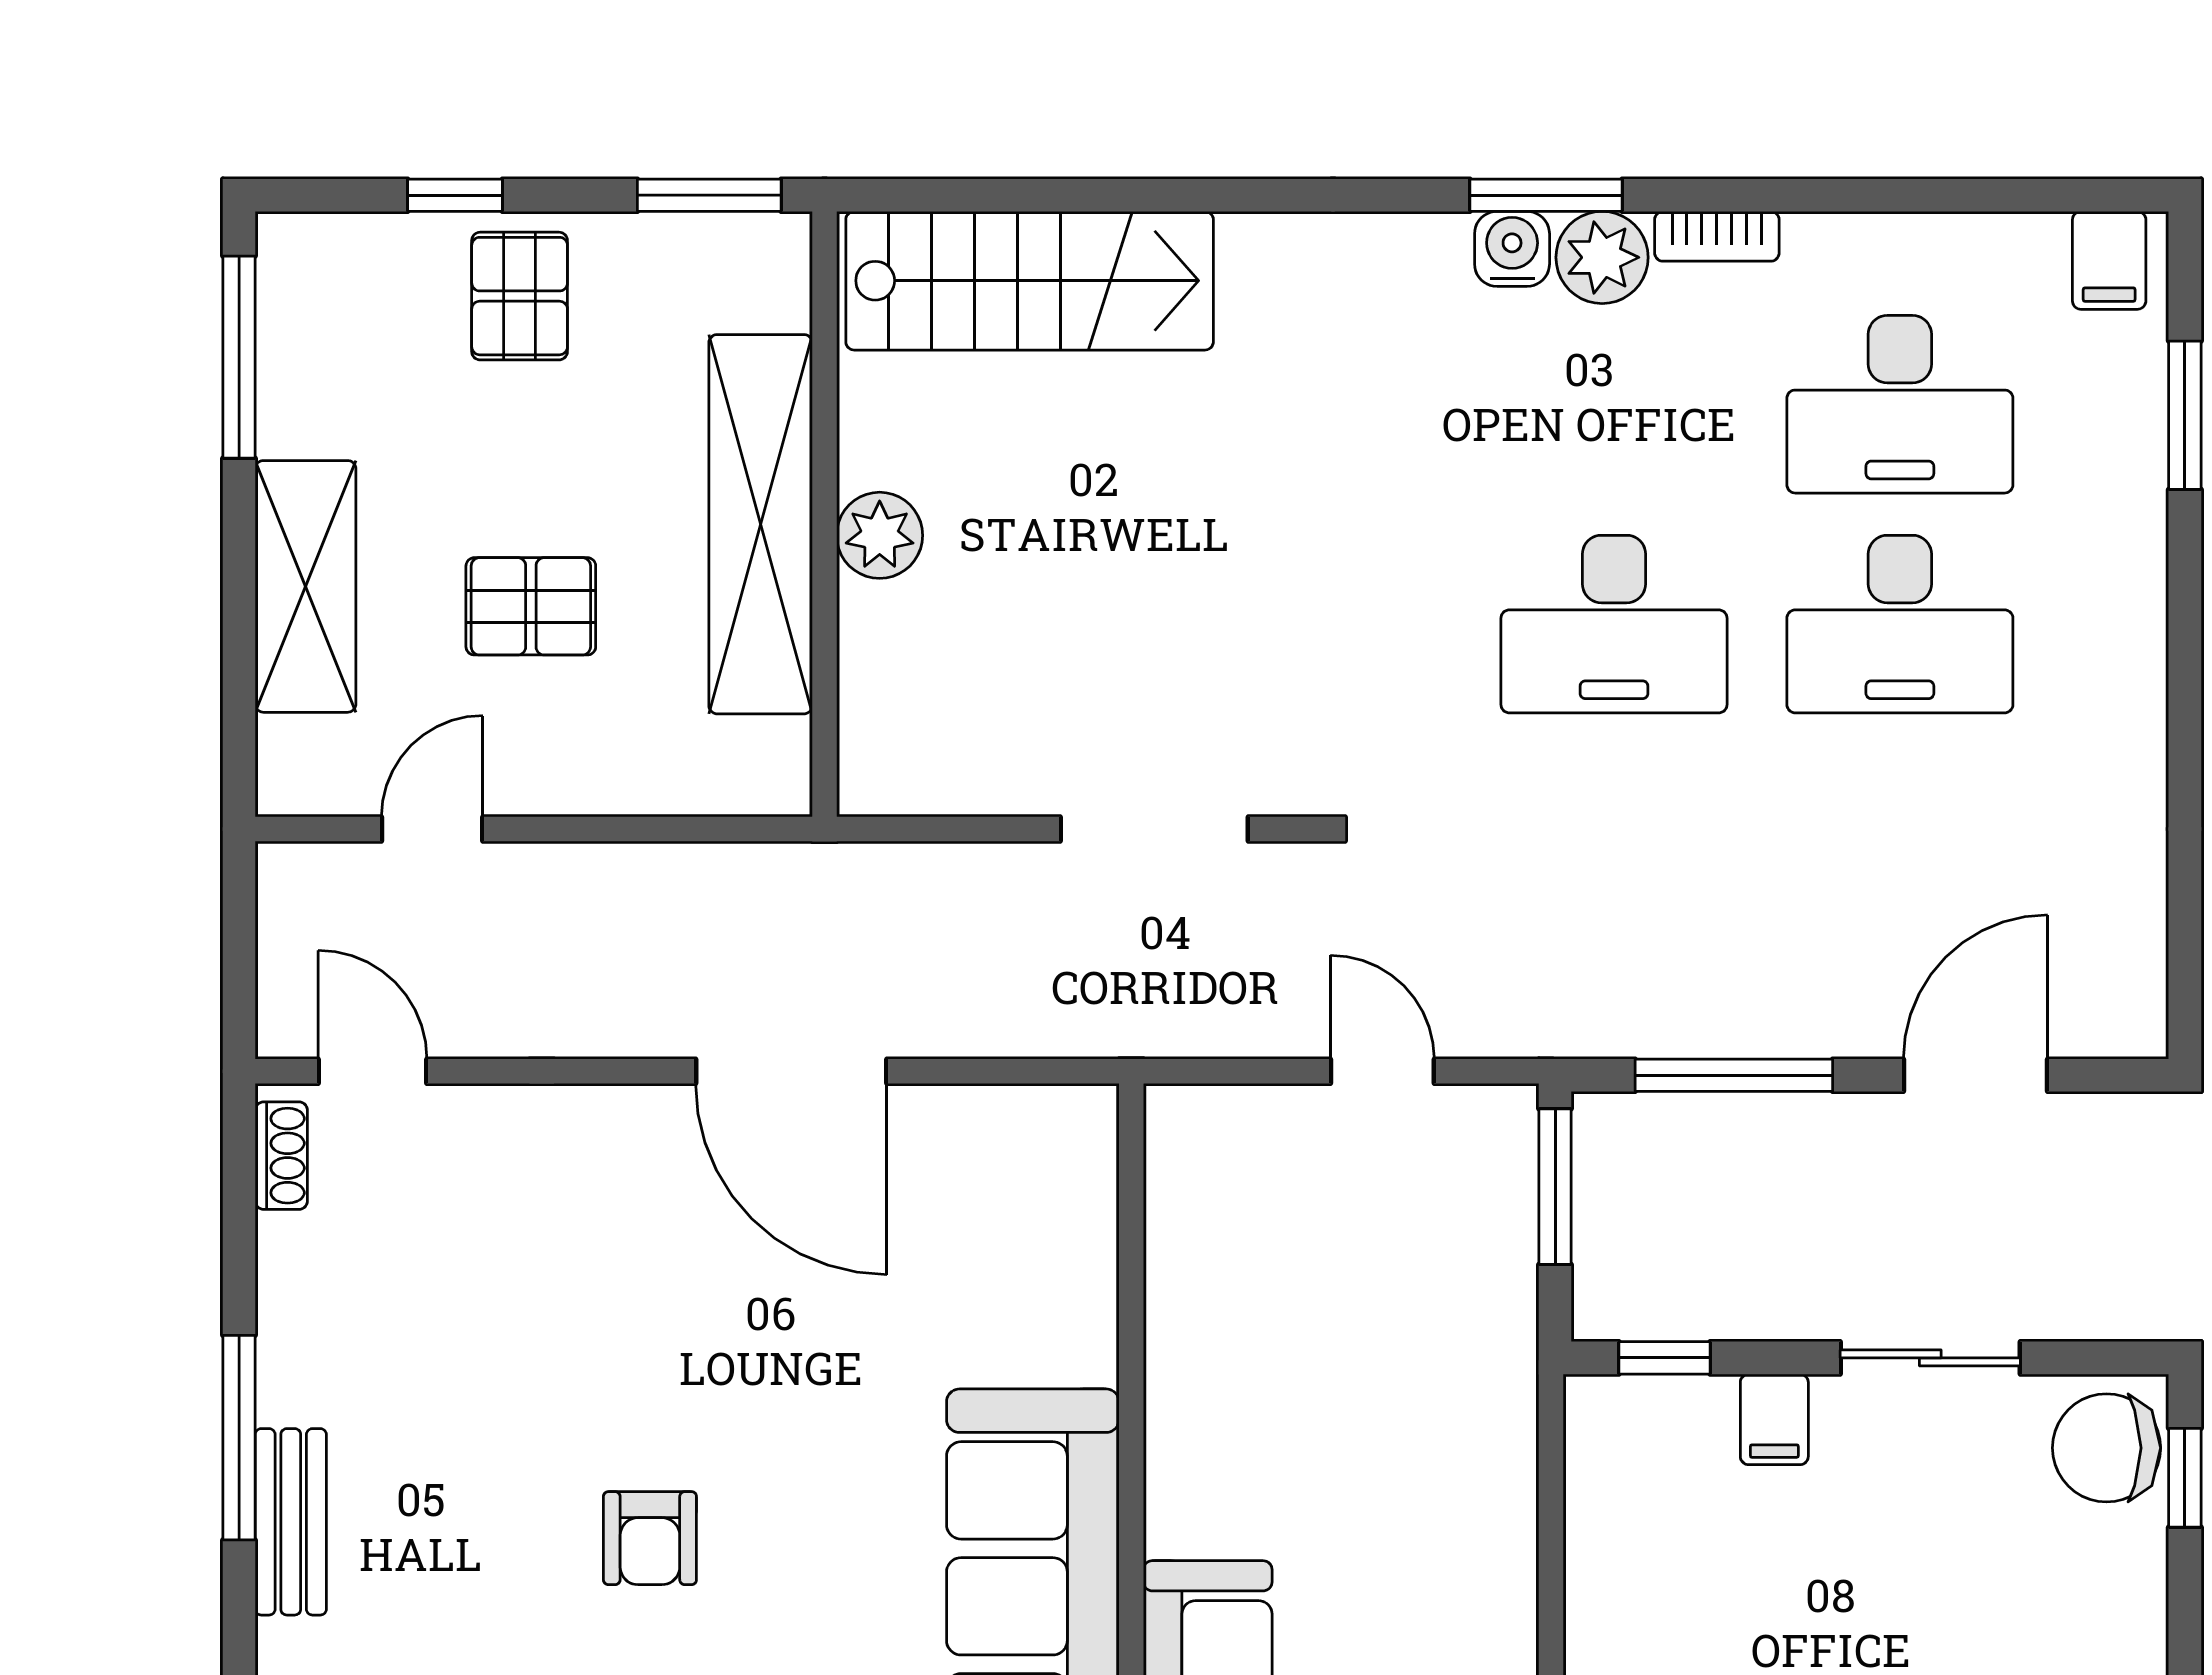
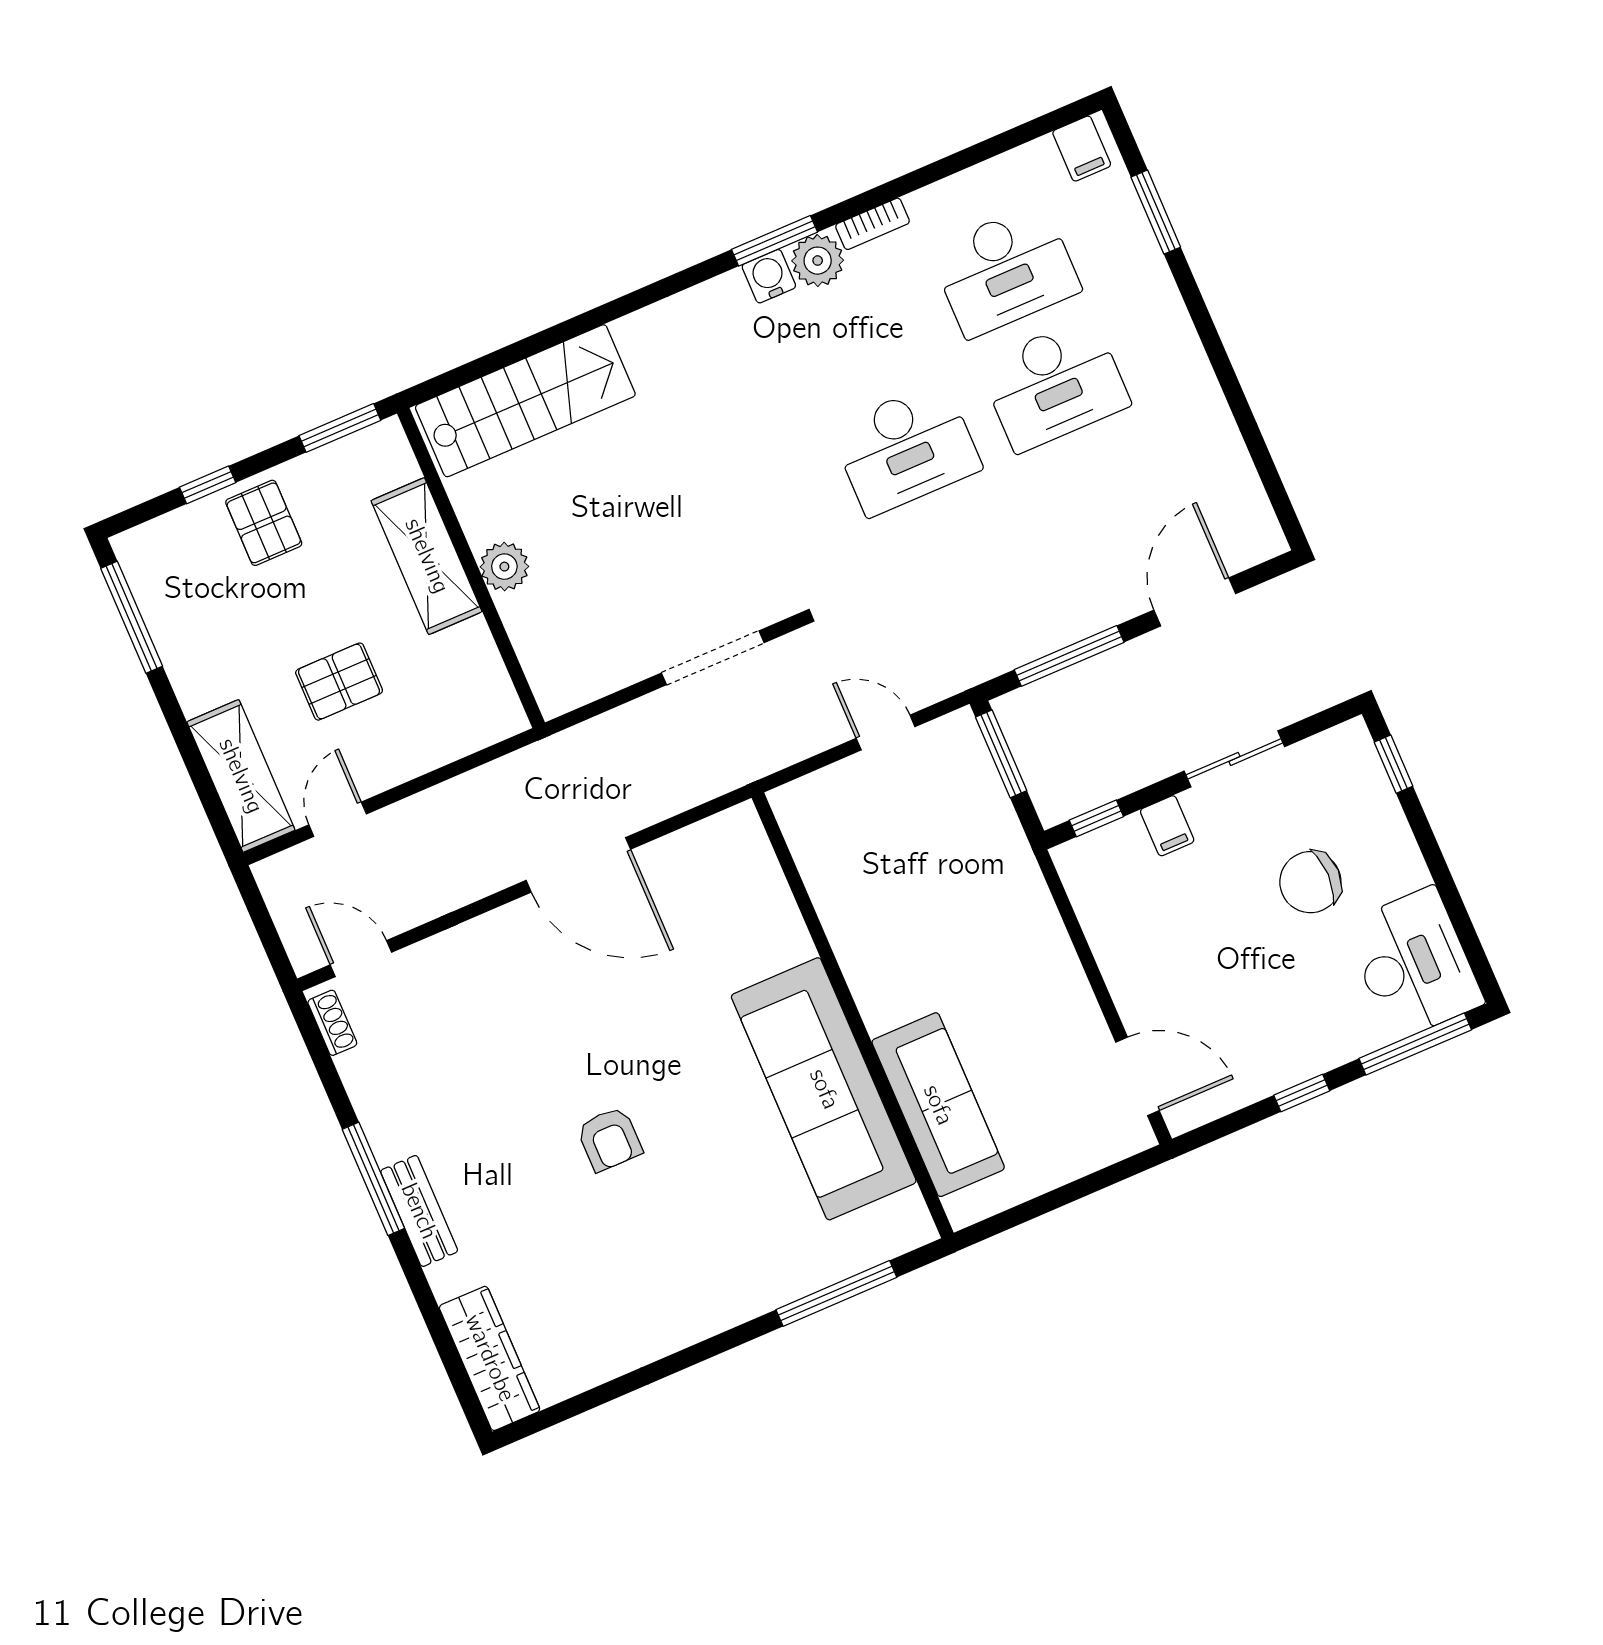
shelving: (761, 524) -> (427, 556), width x0.68
shelving: (306, 586) -> (241, 776), moved
chair: (2106, 1448) -> (1310, 882), moved

